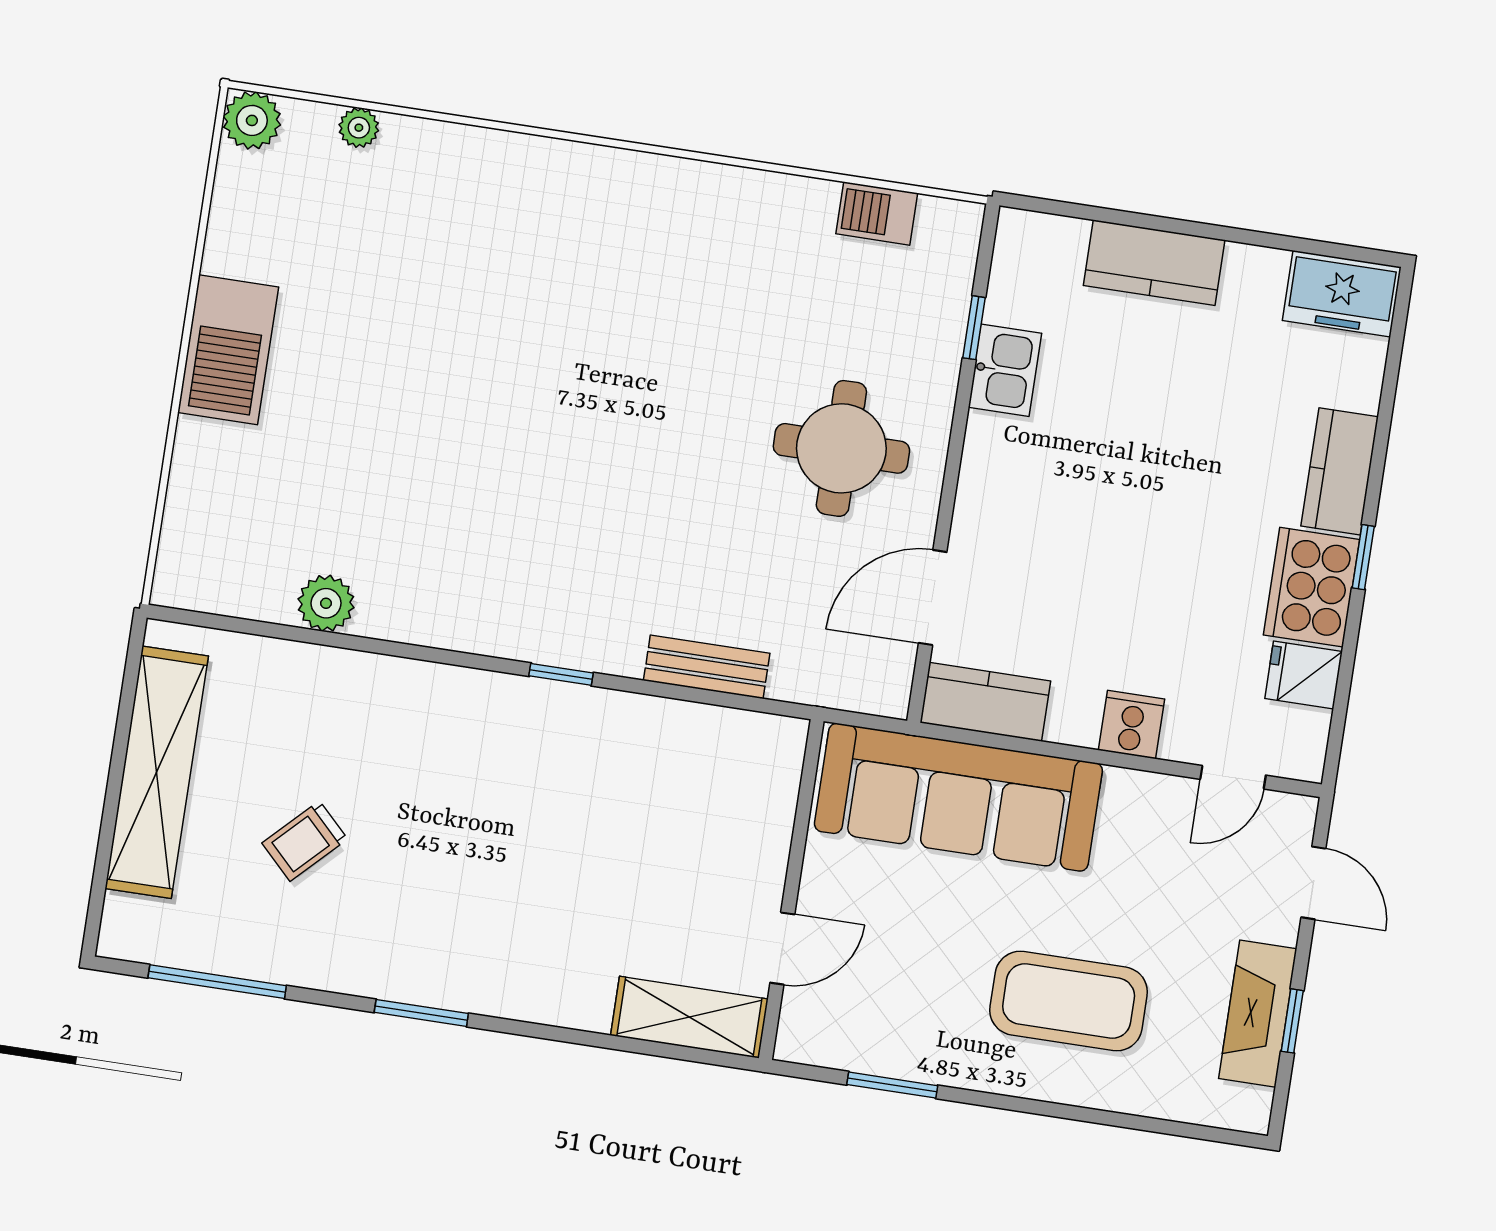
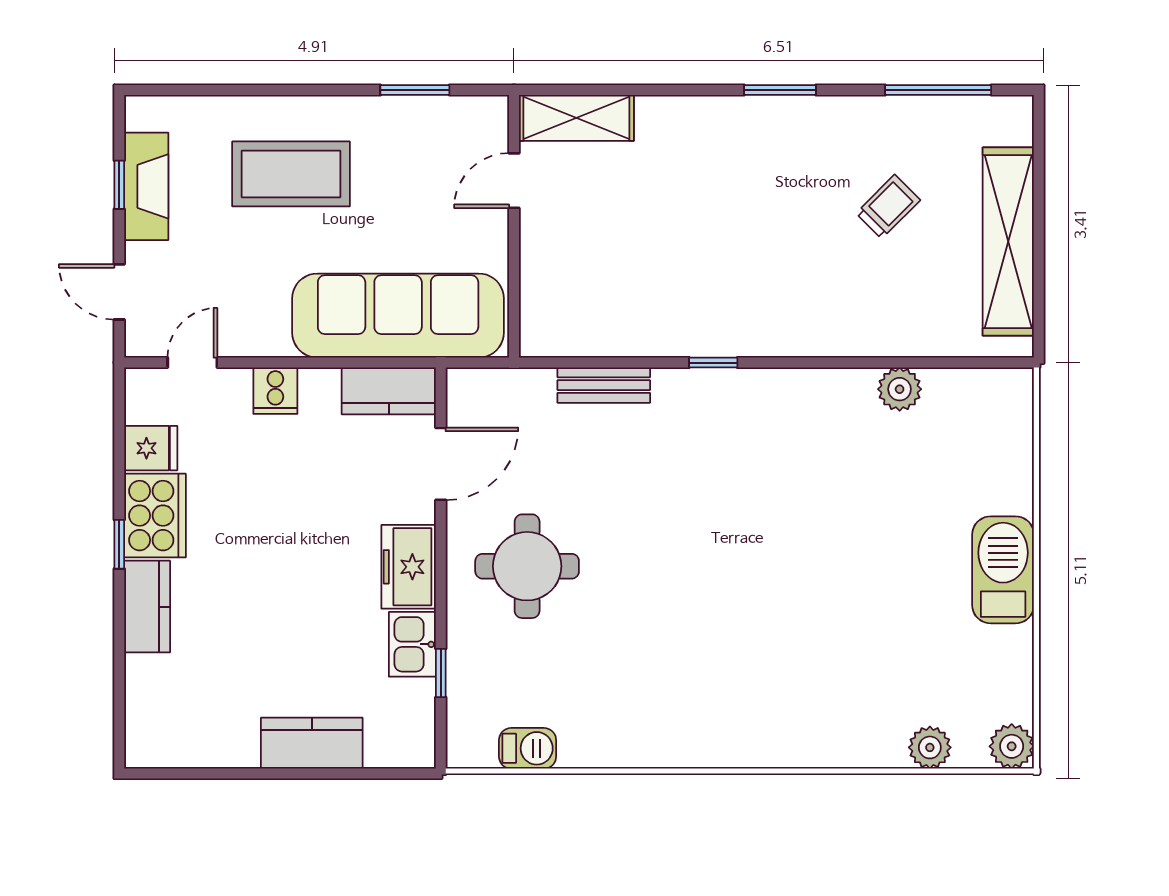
plant: (359, 128) -> (930, 747), width x1.38, depth x1.38
freezer: (1342, 294) -> (409, 567), moved, turned -90

